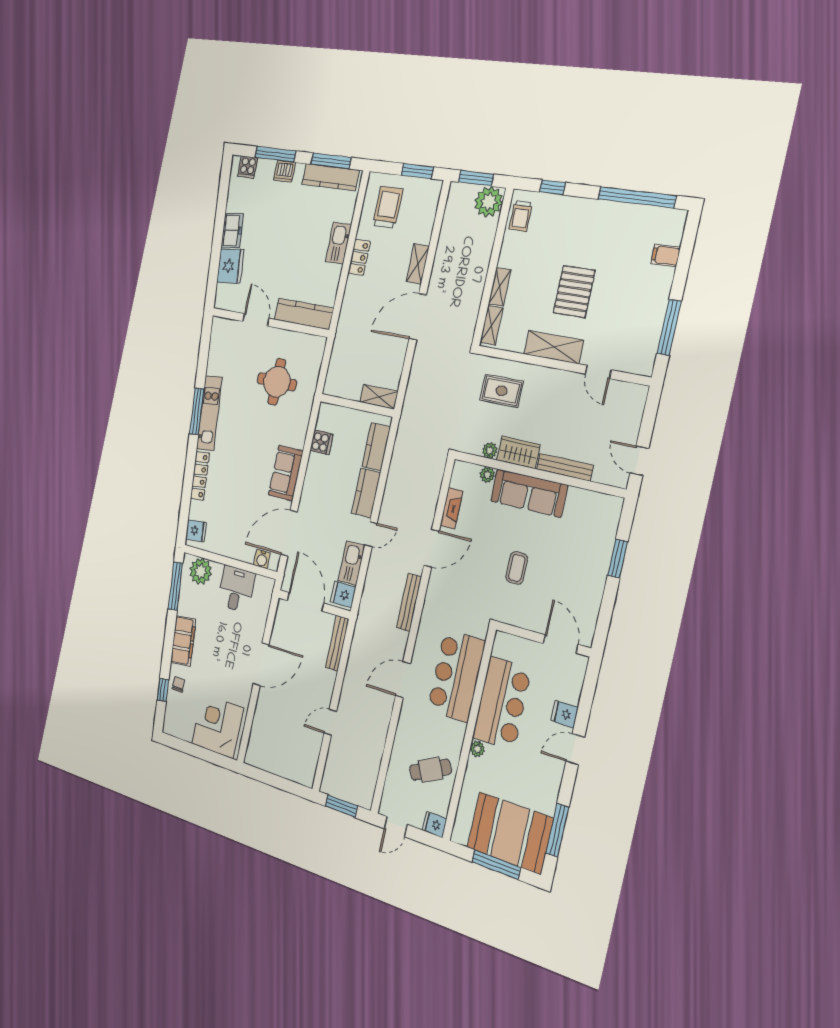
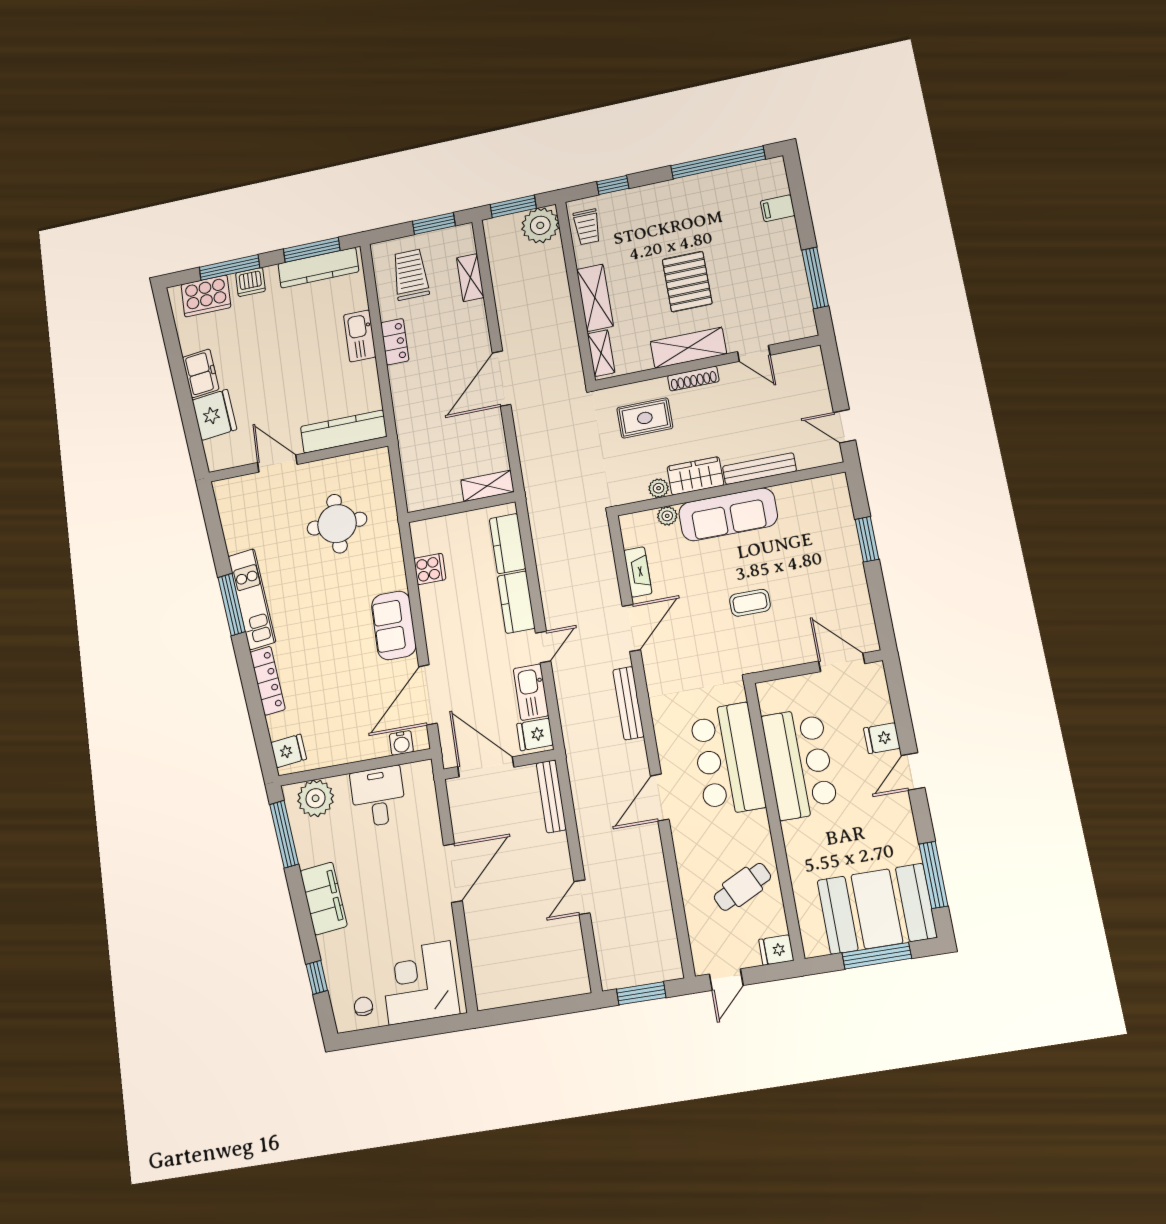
cooker: (248, 167) -> (206, 296), width x1.87, depth x1.31
shelving: (418, 264) -> (470, 278), moved
shelving: (500, 287) -> (595, 298), width x1.50, depth x1.33
shoe rack: (547, 374) -> (693, 379), added
coffee table: (517, 568) -> (750, 603), turned 90
chair: (178, 684) -> (363, 1006), moved
plant: (477, 749) -> (792, 832), removed

